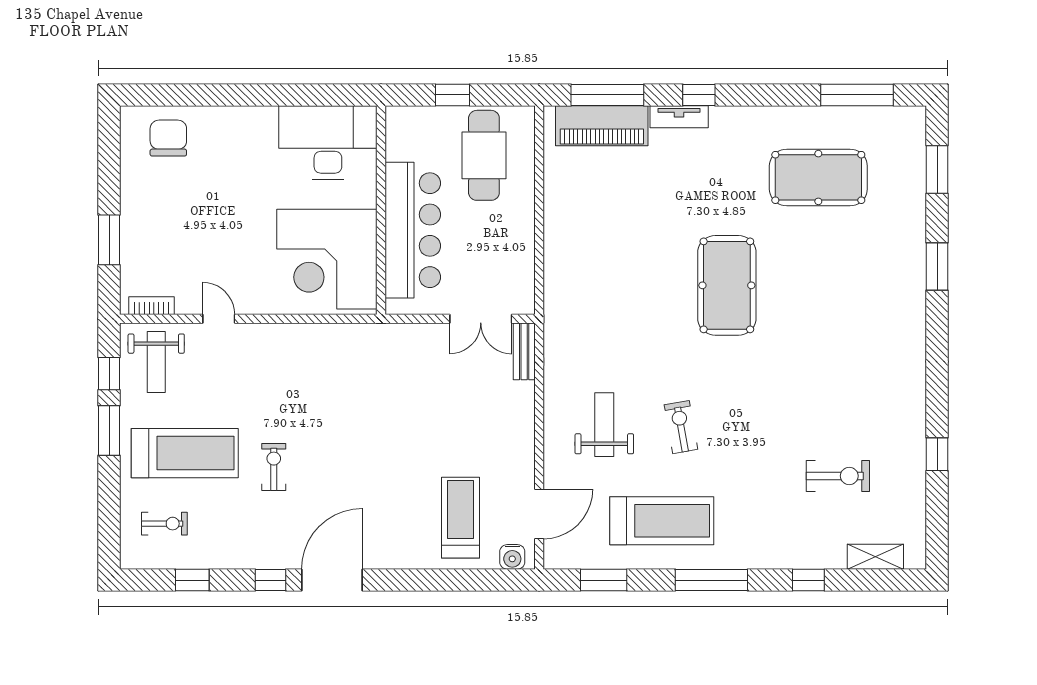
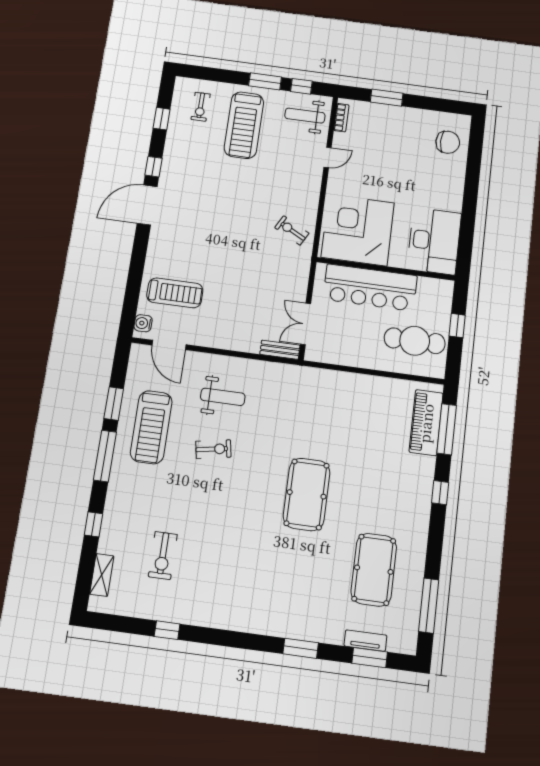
tv unit: (679, 117) -> (365, 641), moved, turned 90
pool table: (727, 285) -> (307, 494), turned 90
exercise bike: (274, 467) -> (292, 230), moved, turned -152
door: (332, 580) -> (147, 205), swing flipped
window: (604, 580) -> (114, 404), moved

